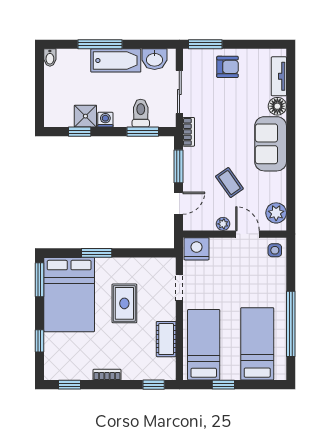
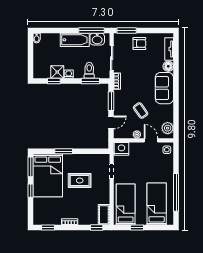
window: (100, 44) -> (91, 30), moved
rug: (124, 303) -> (80, 180), turned 90
cot: (166, 339) -> (104, 215), moved
window: (39, 341) -> (31, 191), moved

